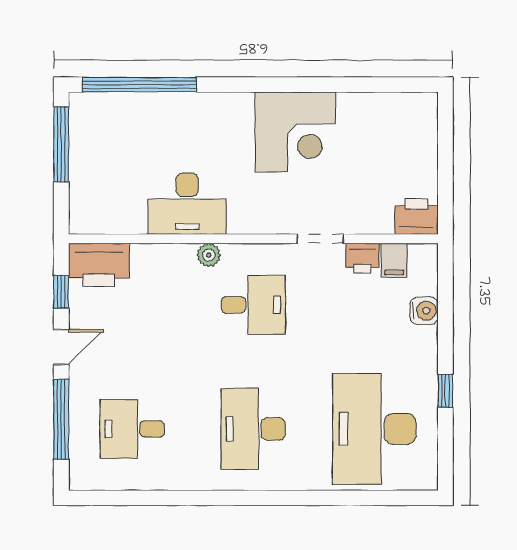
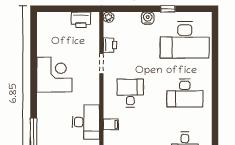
printer: (416, 217) -> (81, 20), moved, turned -90
plant: (209, 255) -> (108, 17), moved
filing cabinet: (394, 260) -> (111, 124), moved
water cooler: (424, 311) -> (148, 18), moved

